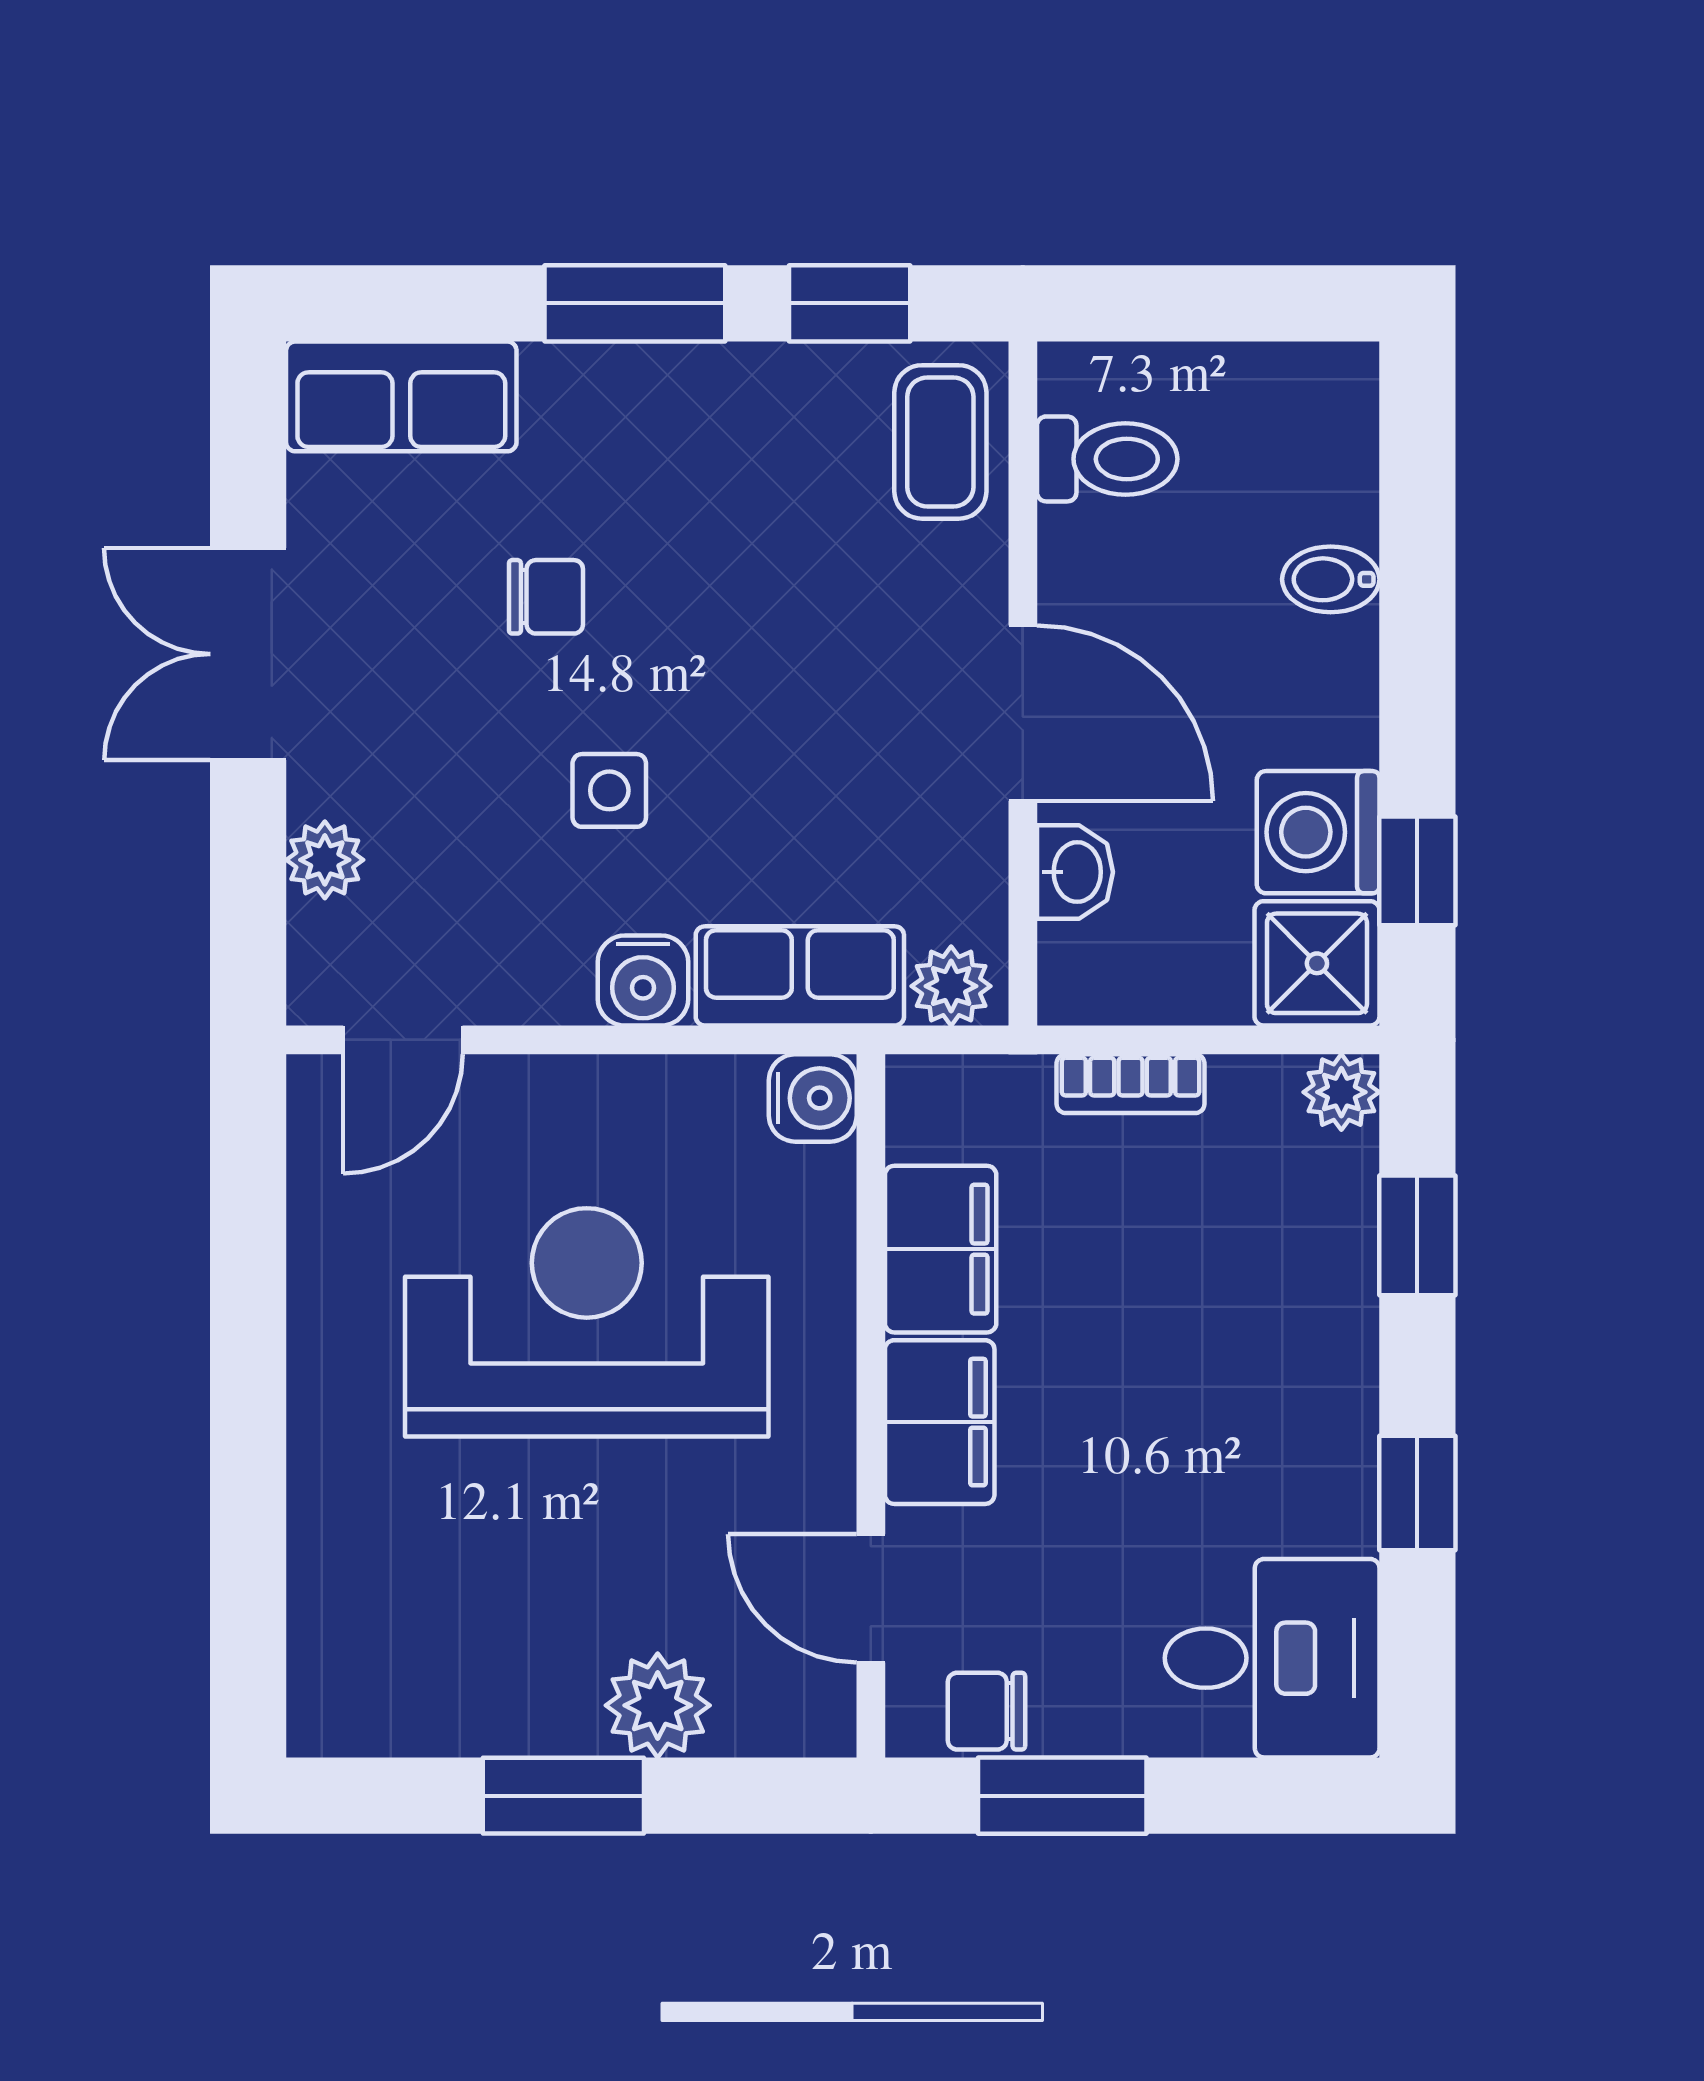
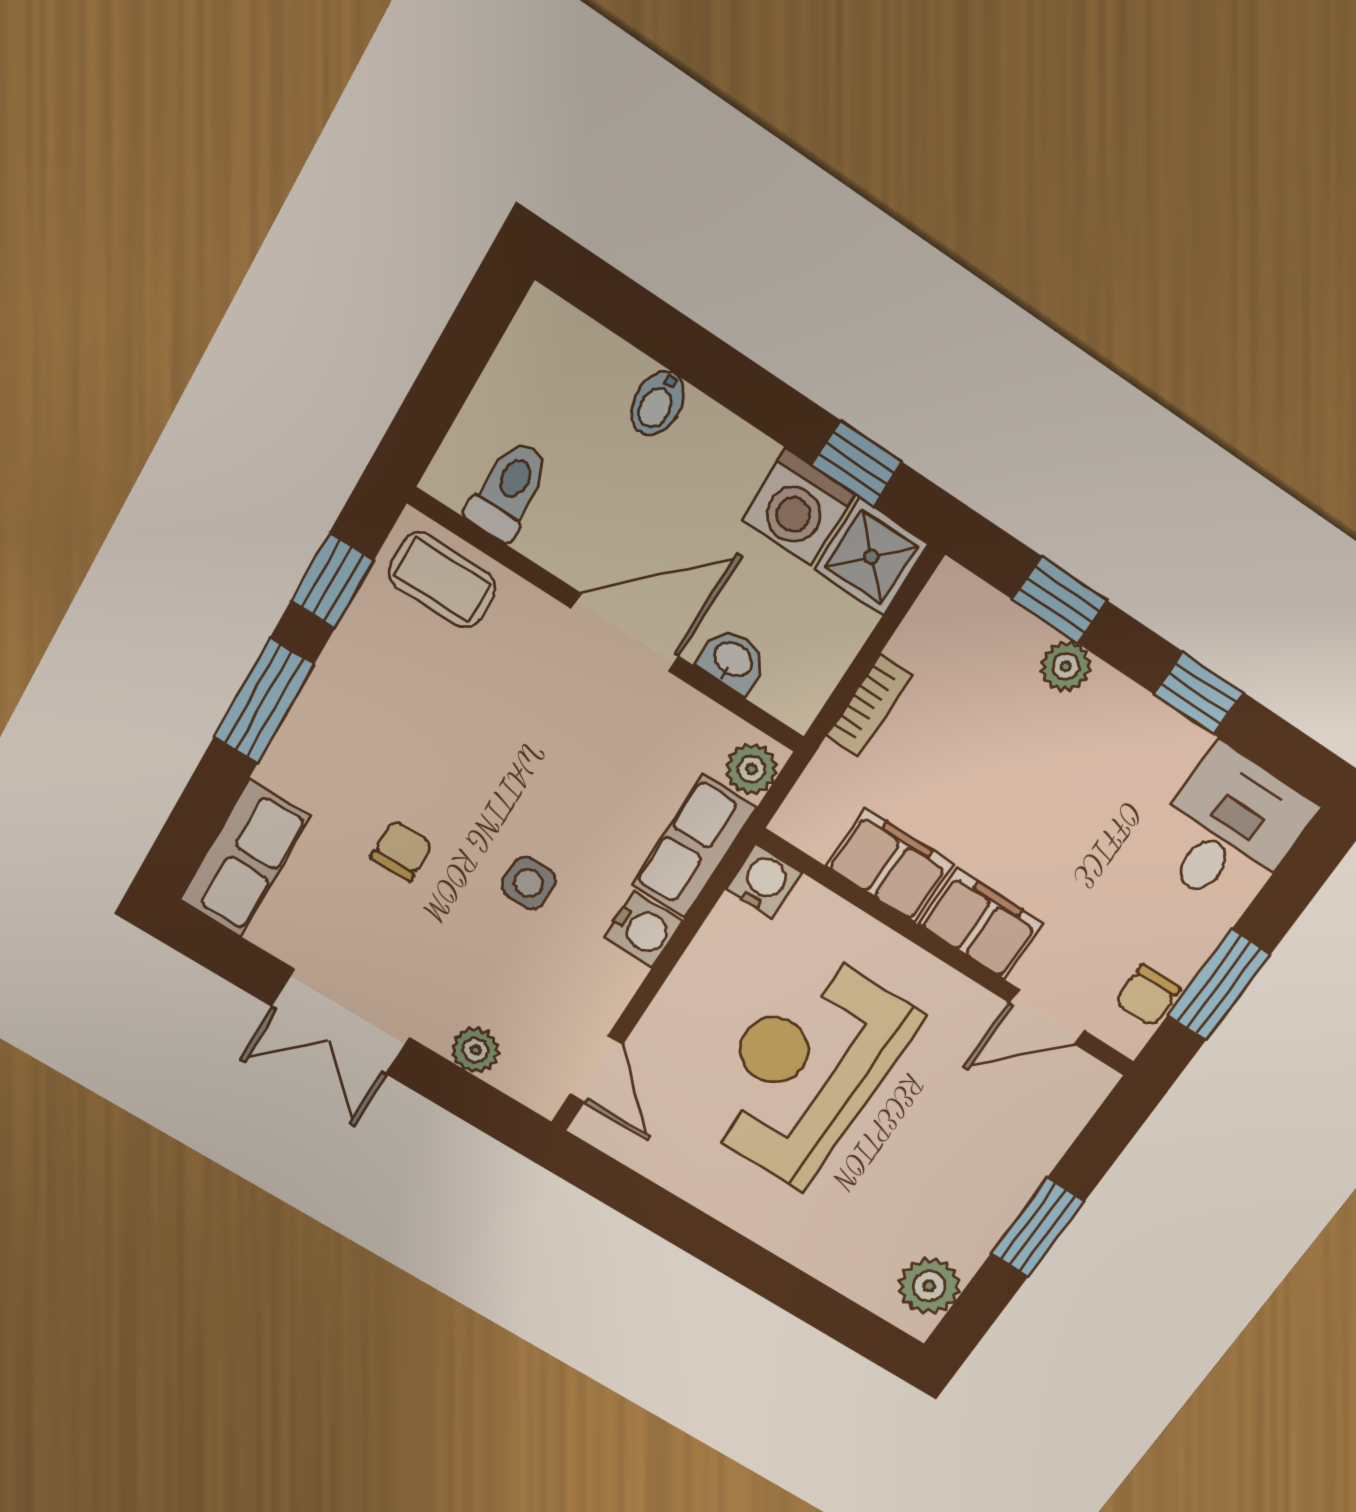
plant: (1341, 1092) -> (1066, 666), moved
plant: (658, 1705) -> (929, 1286), moved

